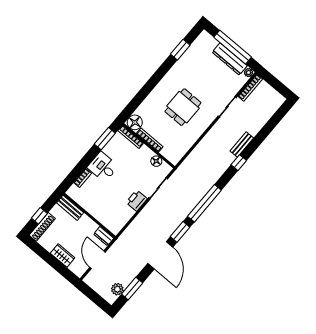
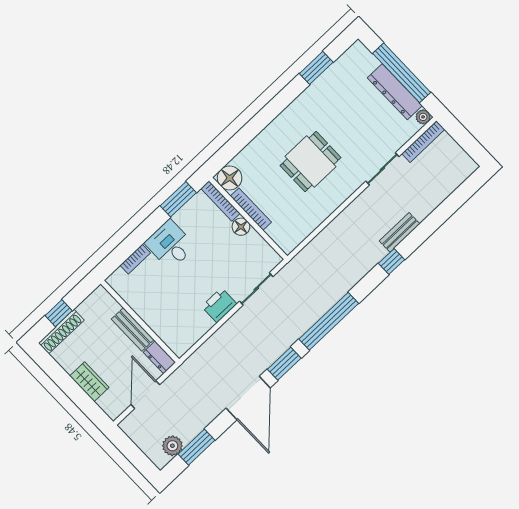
floor lamp: (156, 161) -> (241, 227), moved
bench: (70, 208) -> (133, 329), moved

